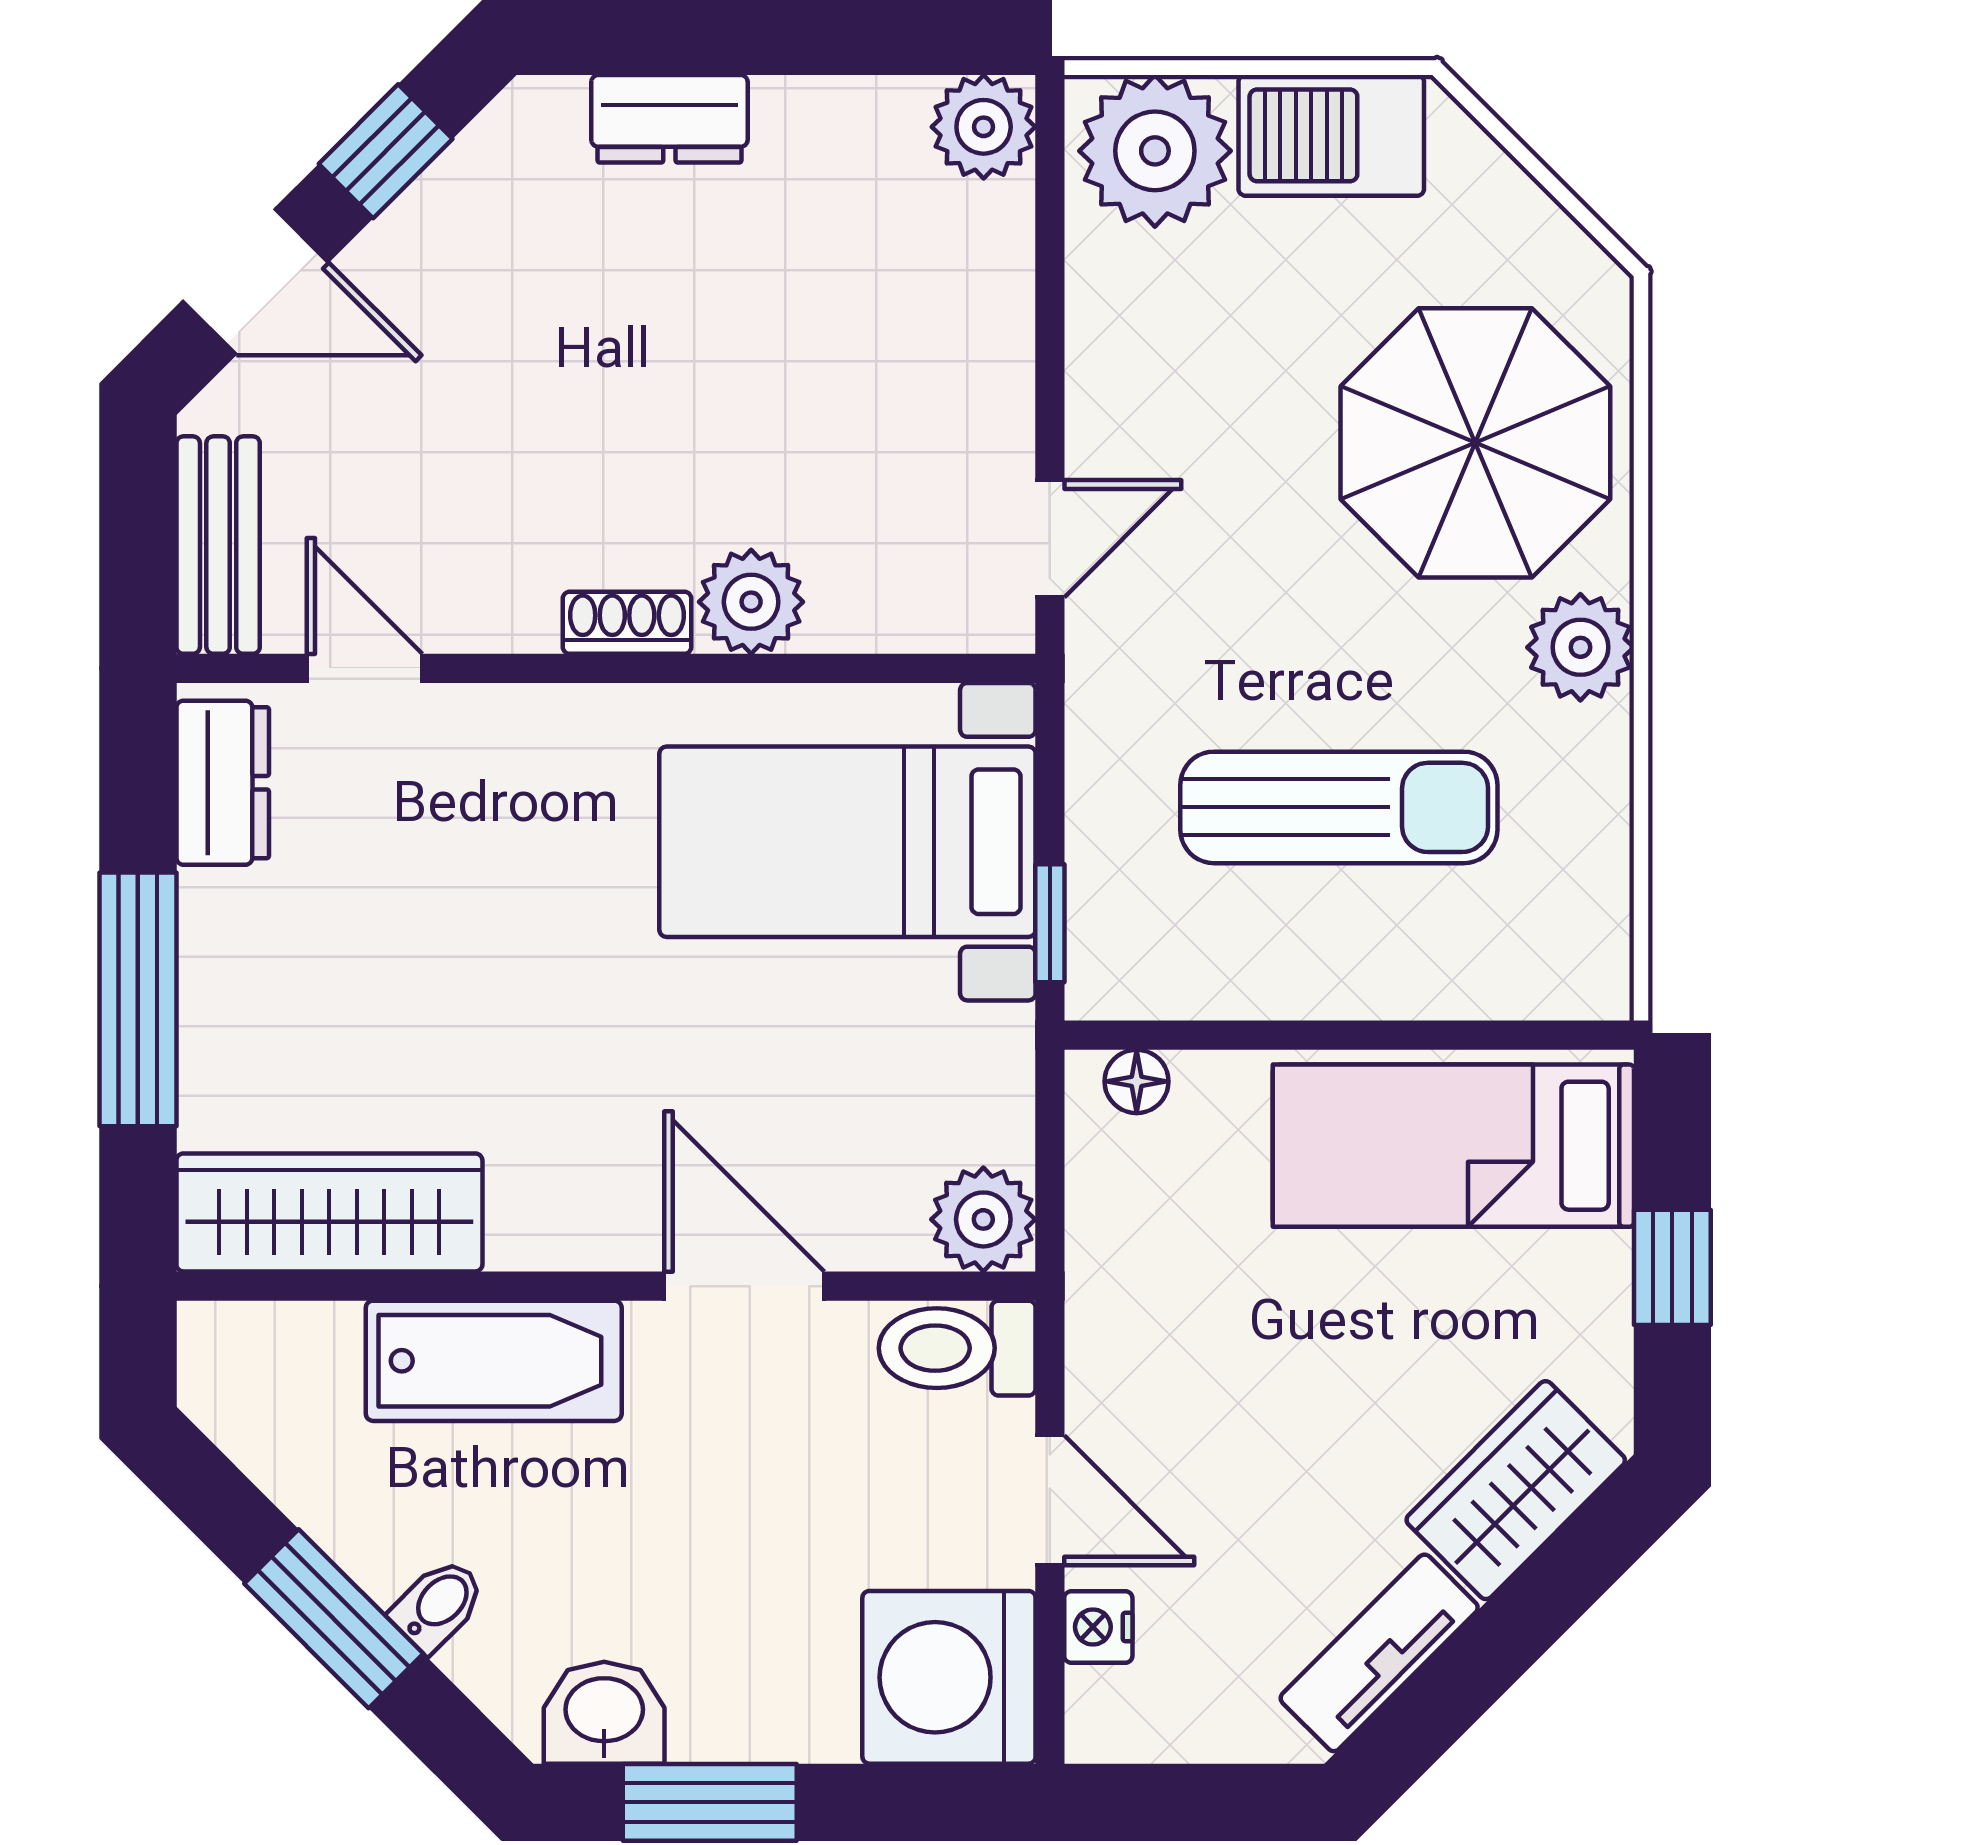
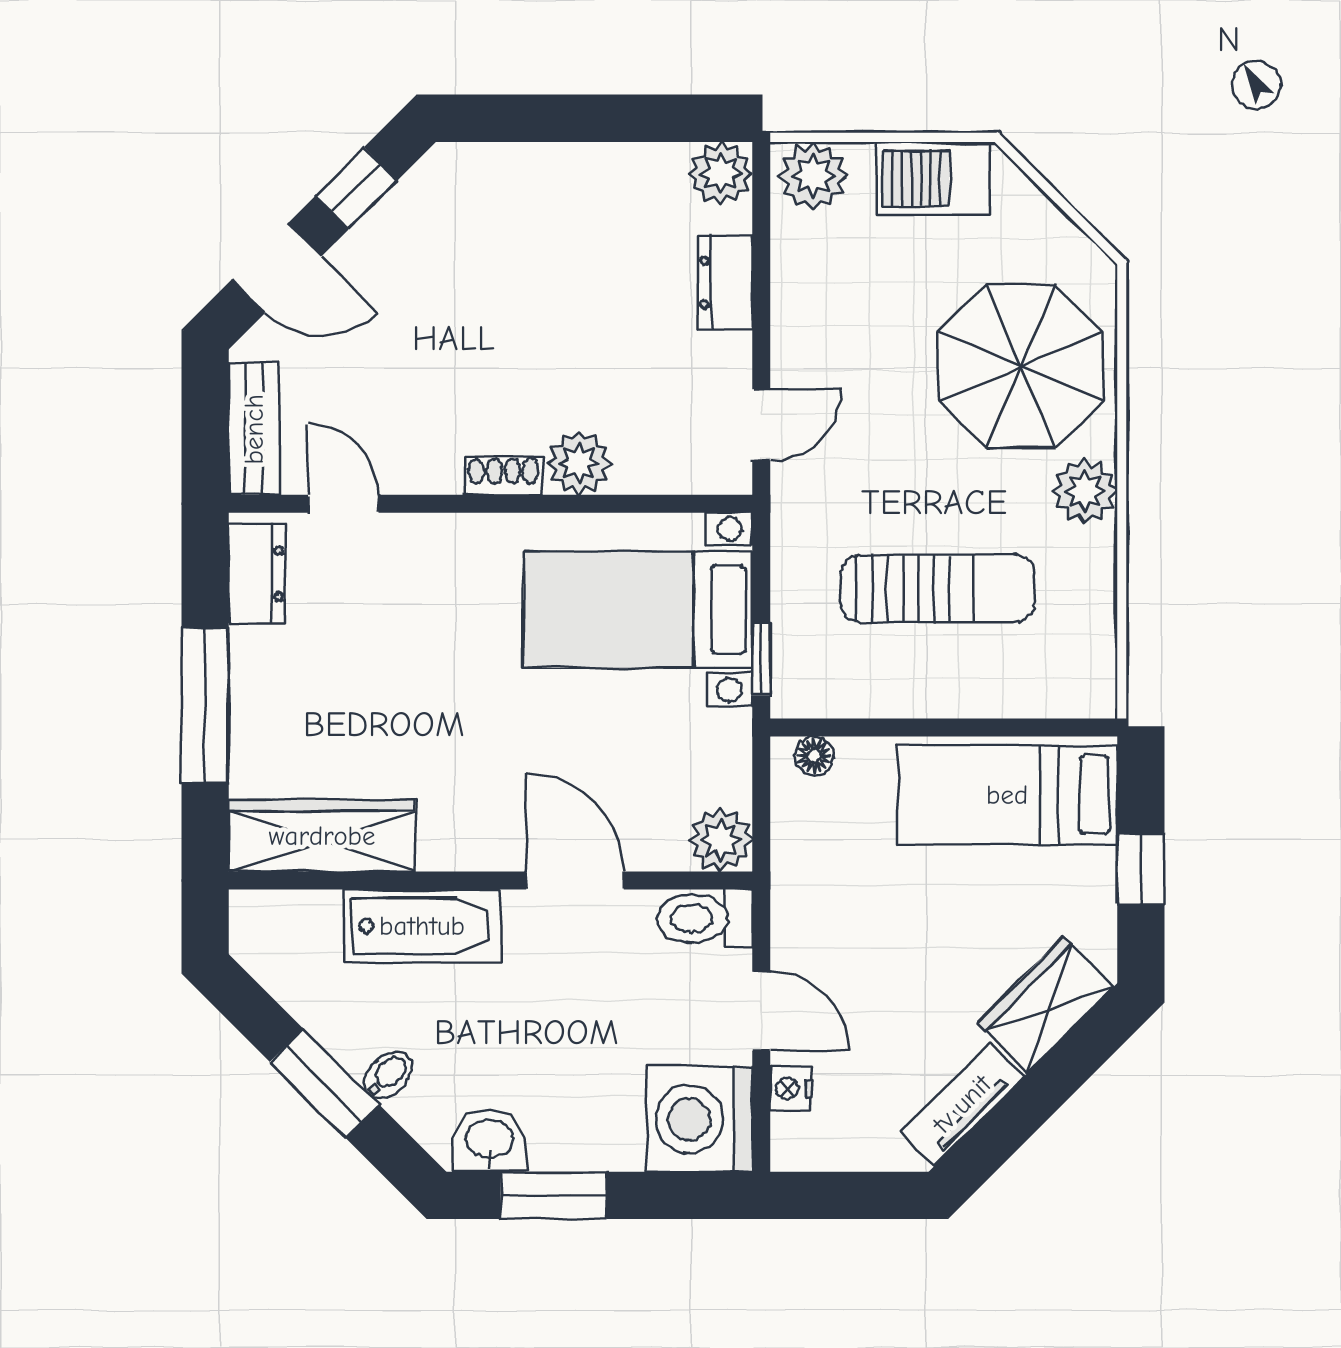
dresser: (669, 119) -> (726, 283), moved, turned 90
plant: (1155, 151) -> (813, 176), width x0.73, depth x0.73

